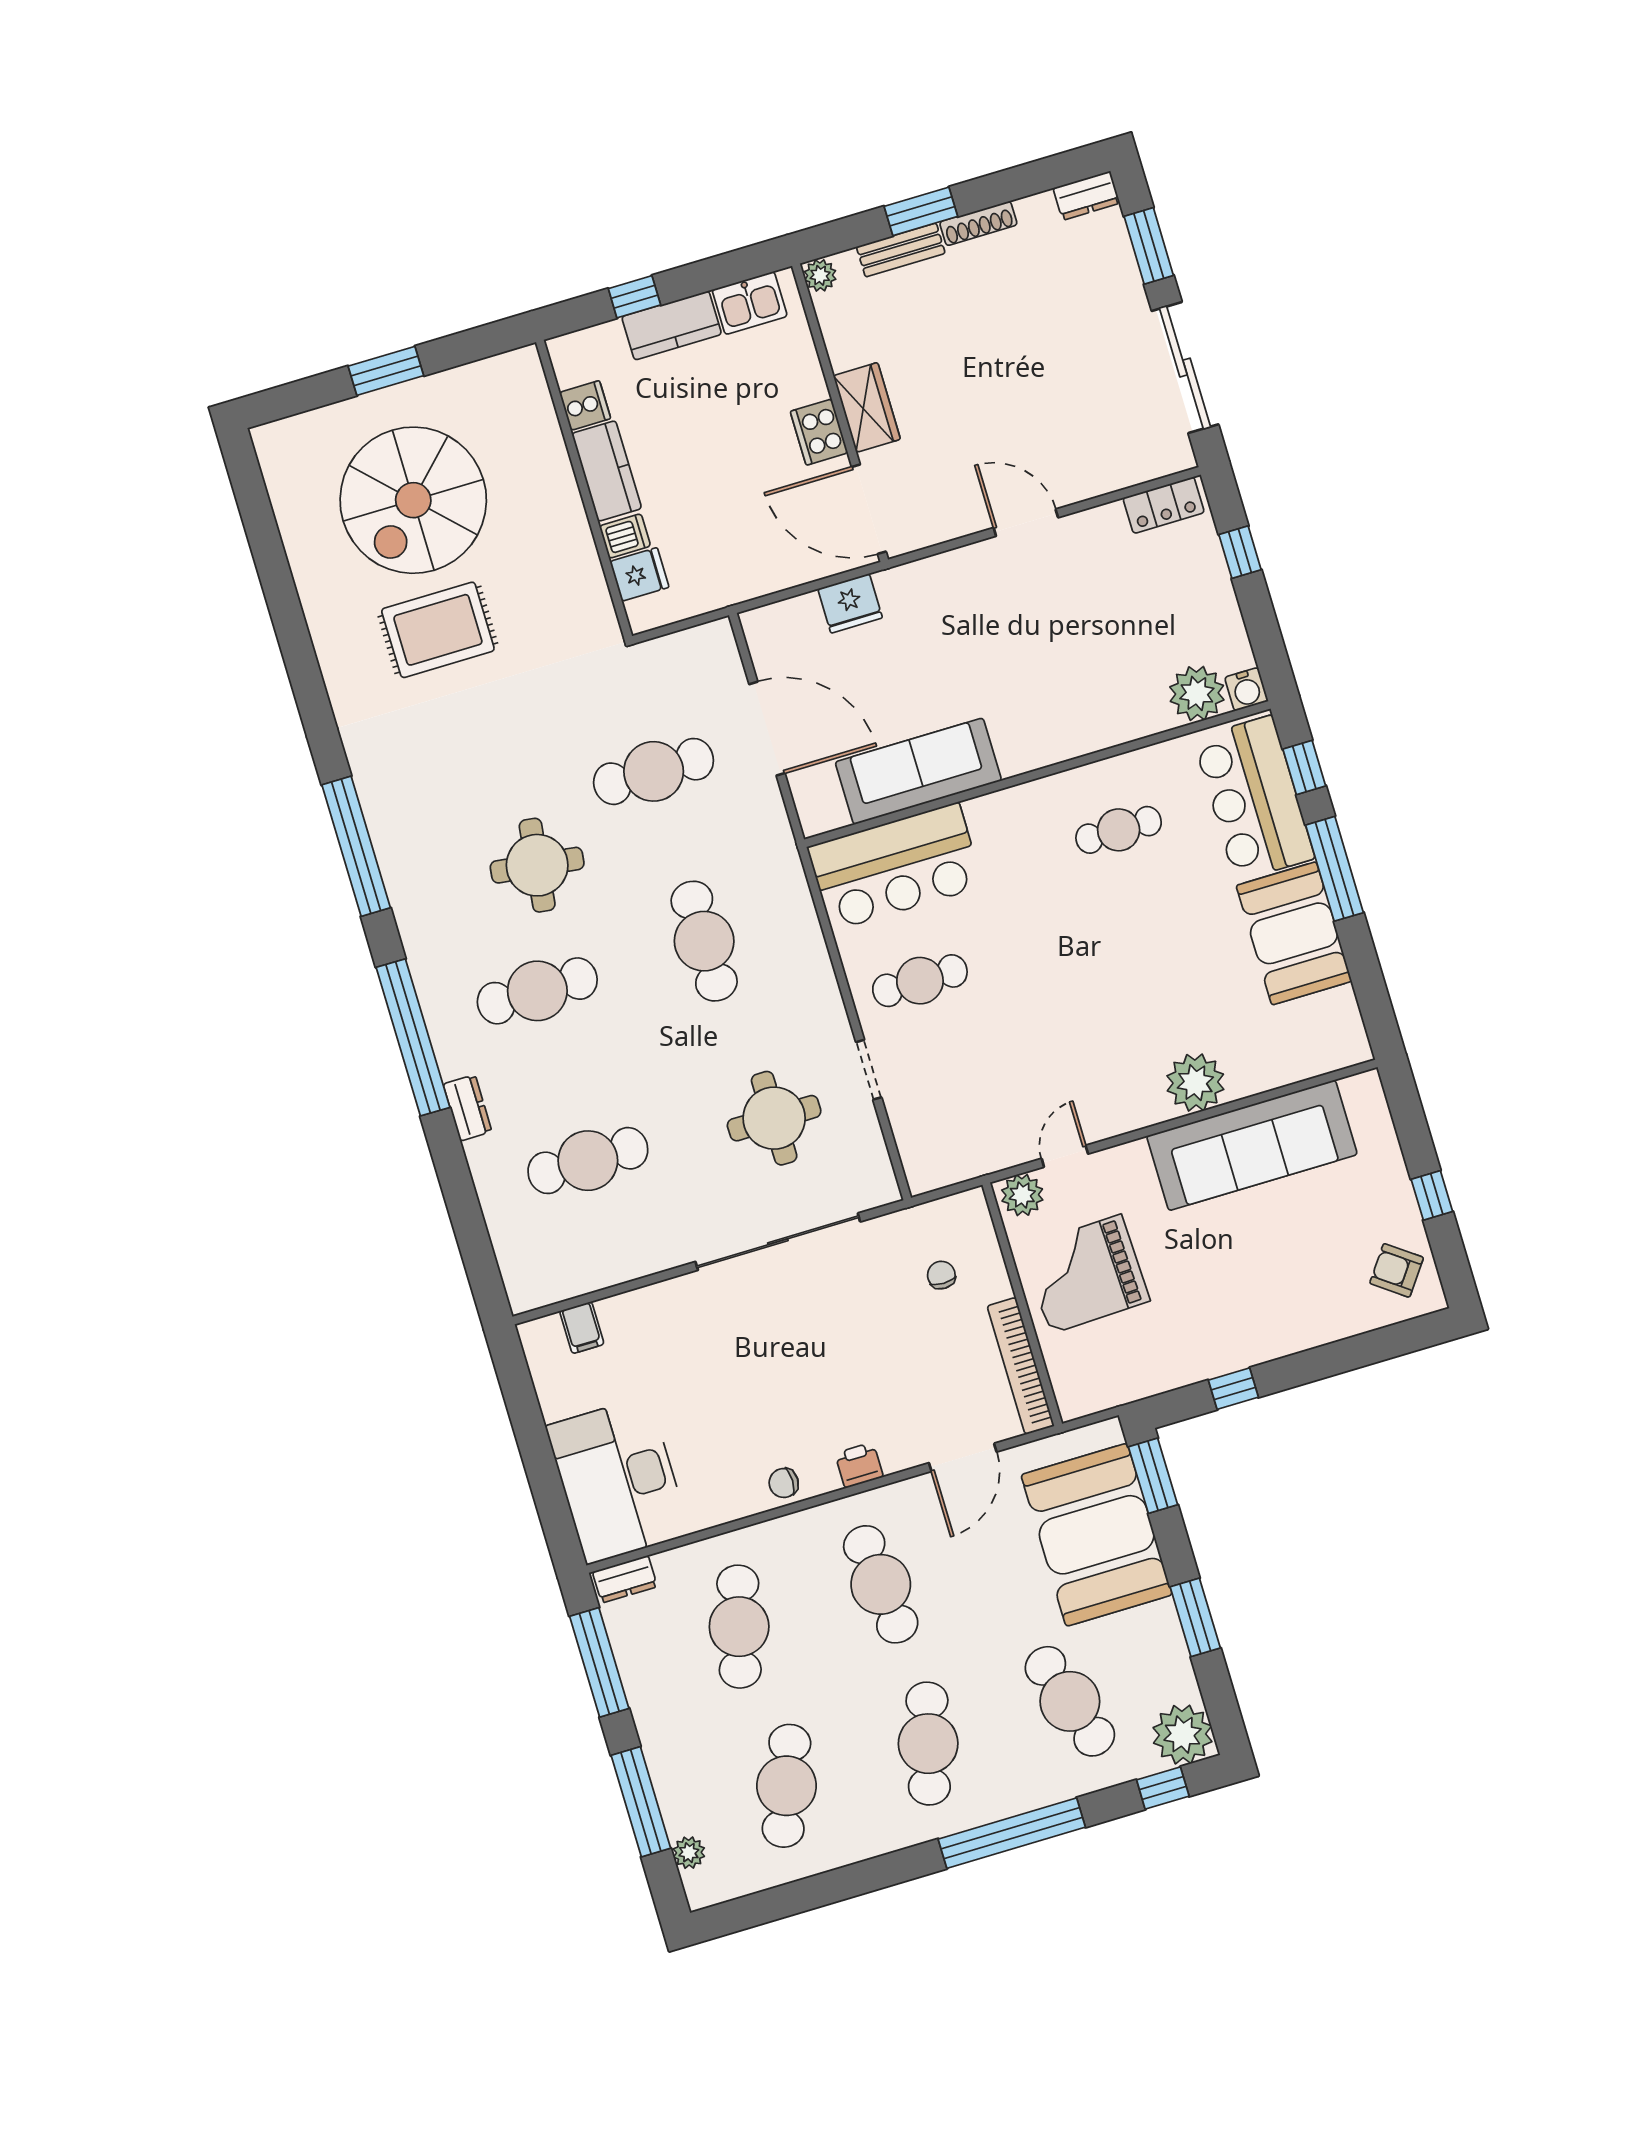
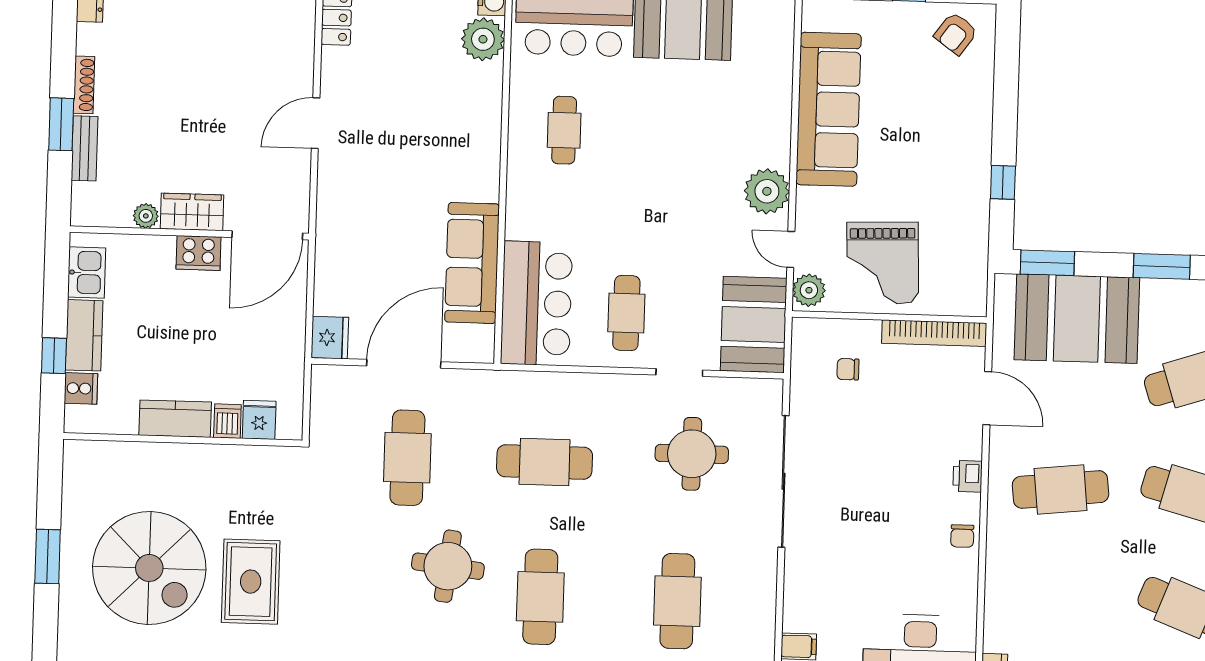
plant: (820, 275) -> (146, 216), moved
cooker: (585, 405) -> (81, 388), moved, turned 90
fridge: (850, 603) -> (330, 338), moved
plant: (1195, 1083) -> (767, 191), moved
booth: (958, 1141) -> (754, 324), added
cafe table: (739, 1627) -> (1057, 604), removed

